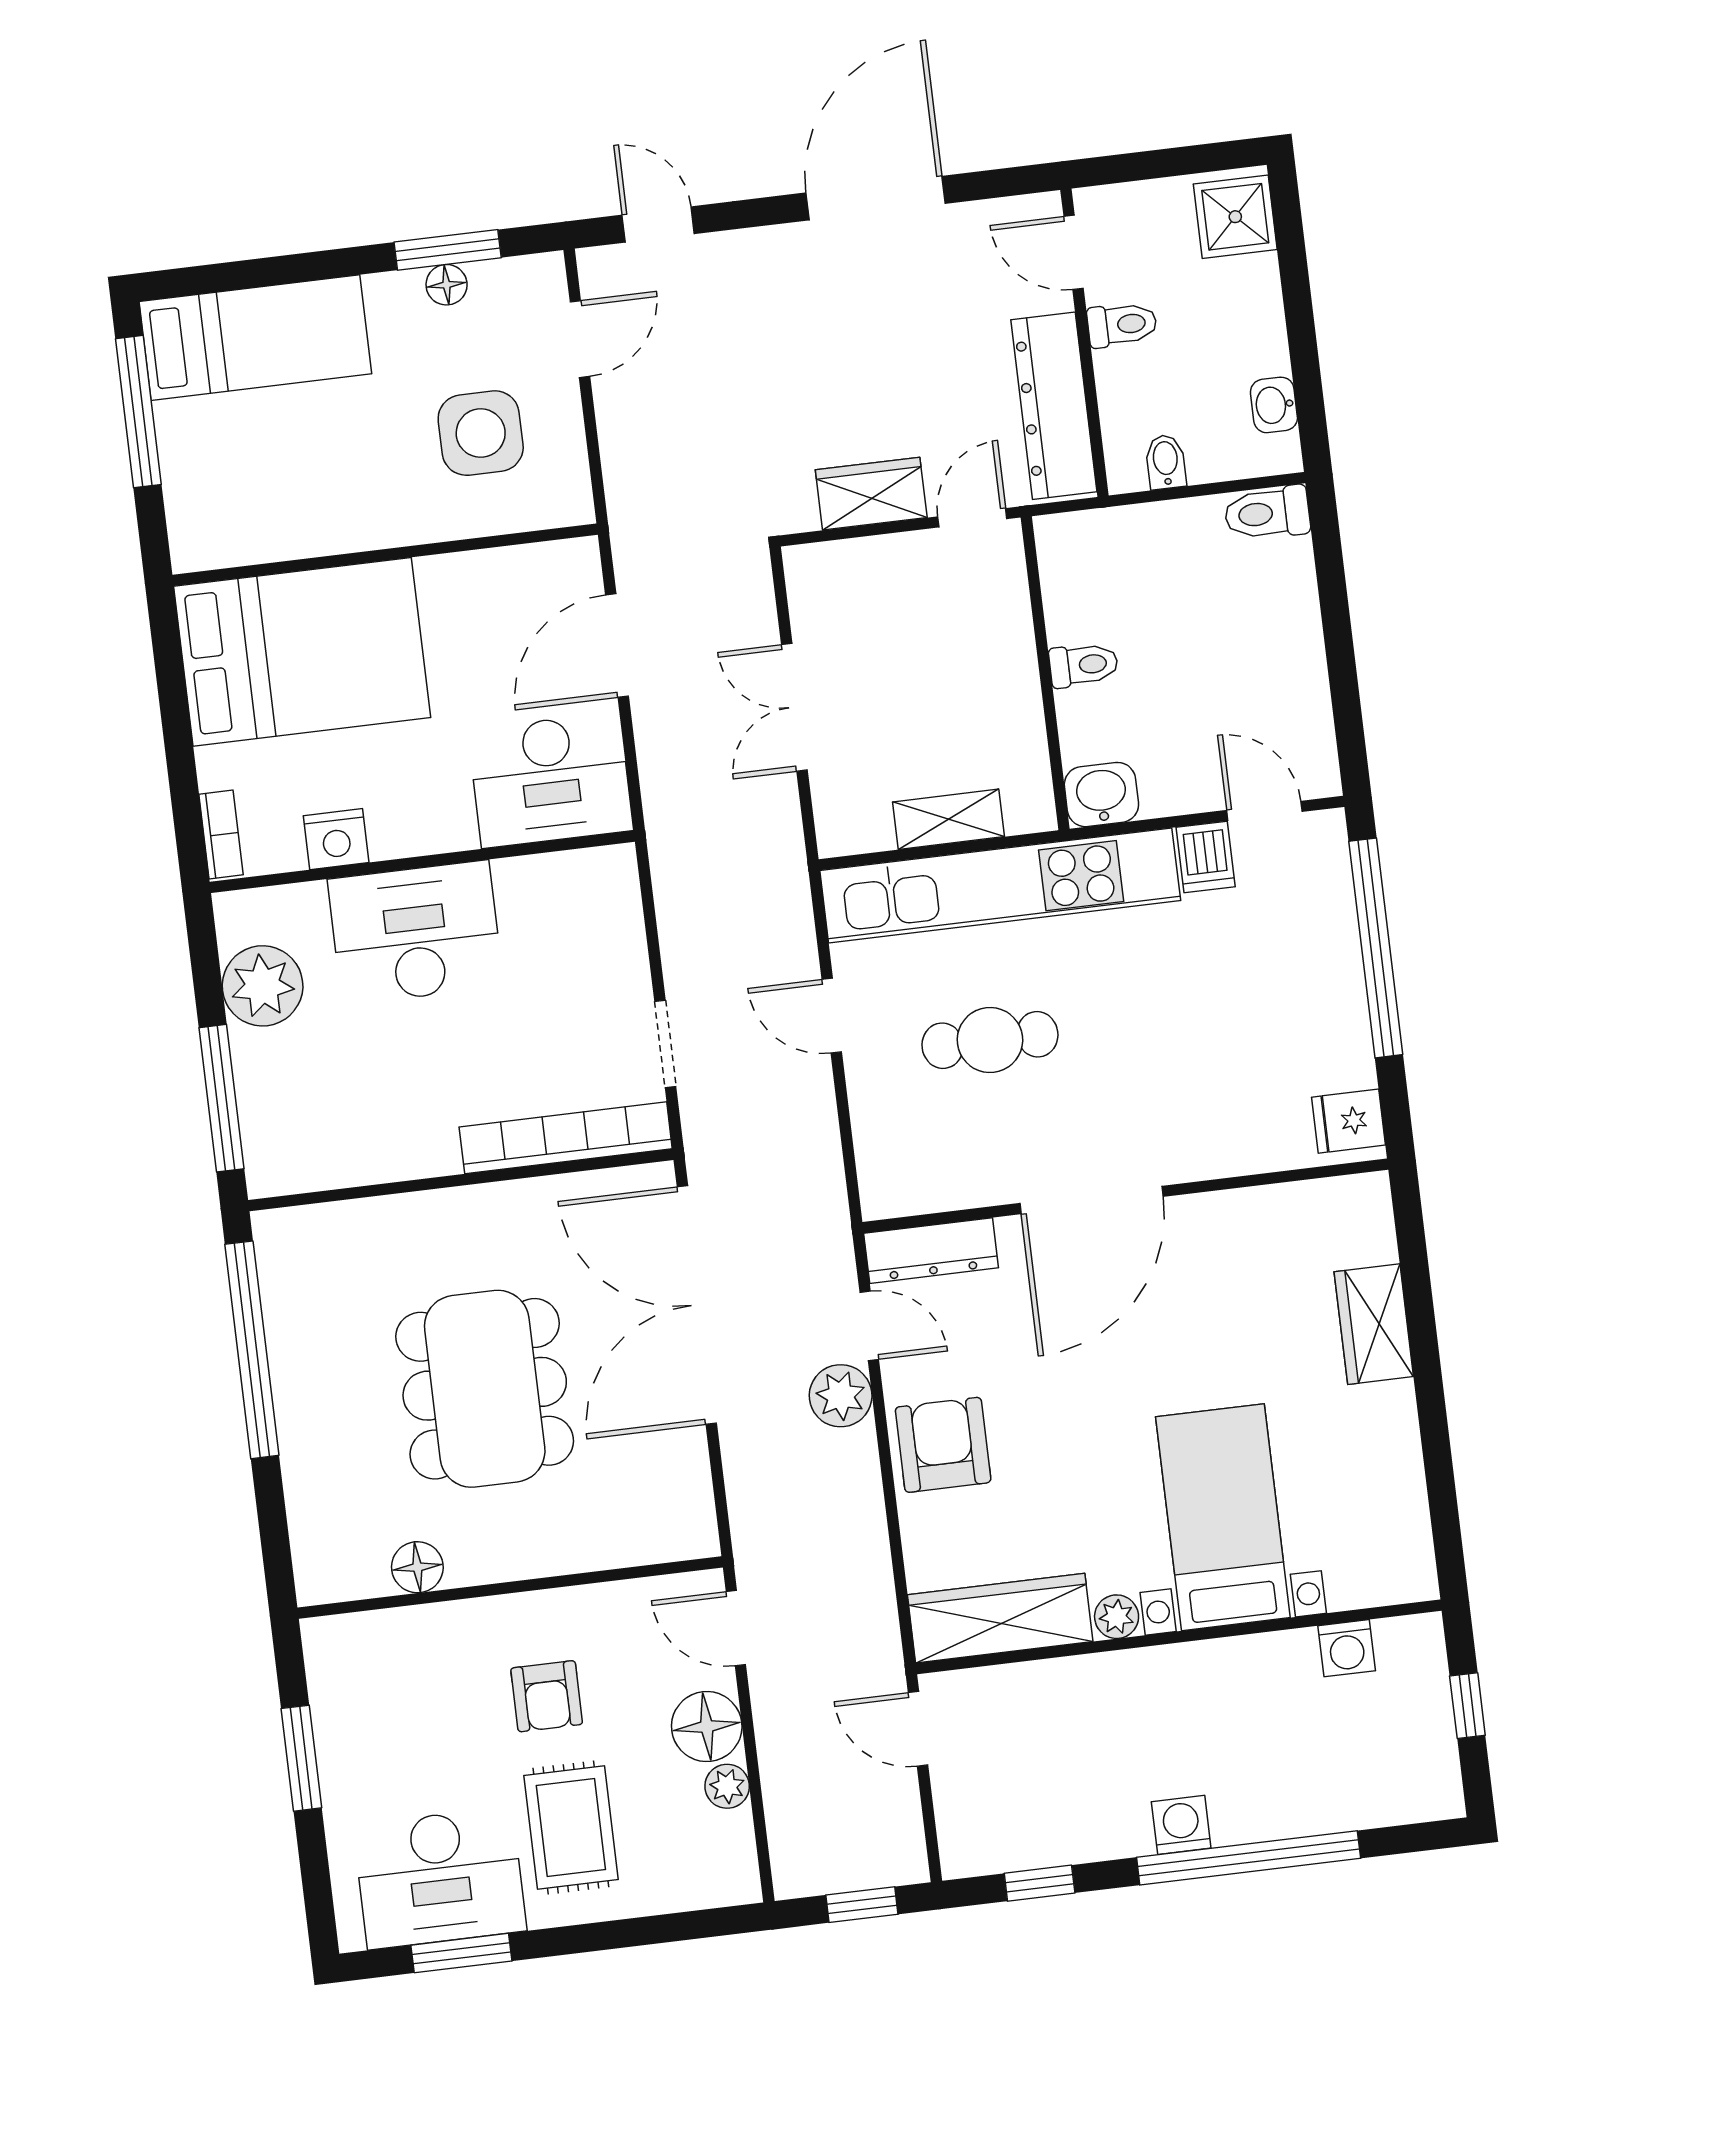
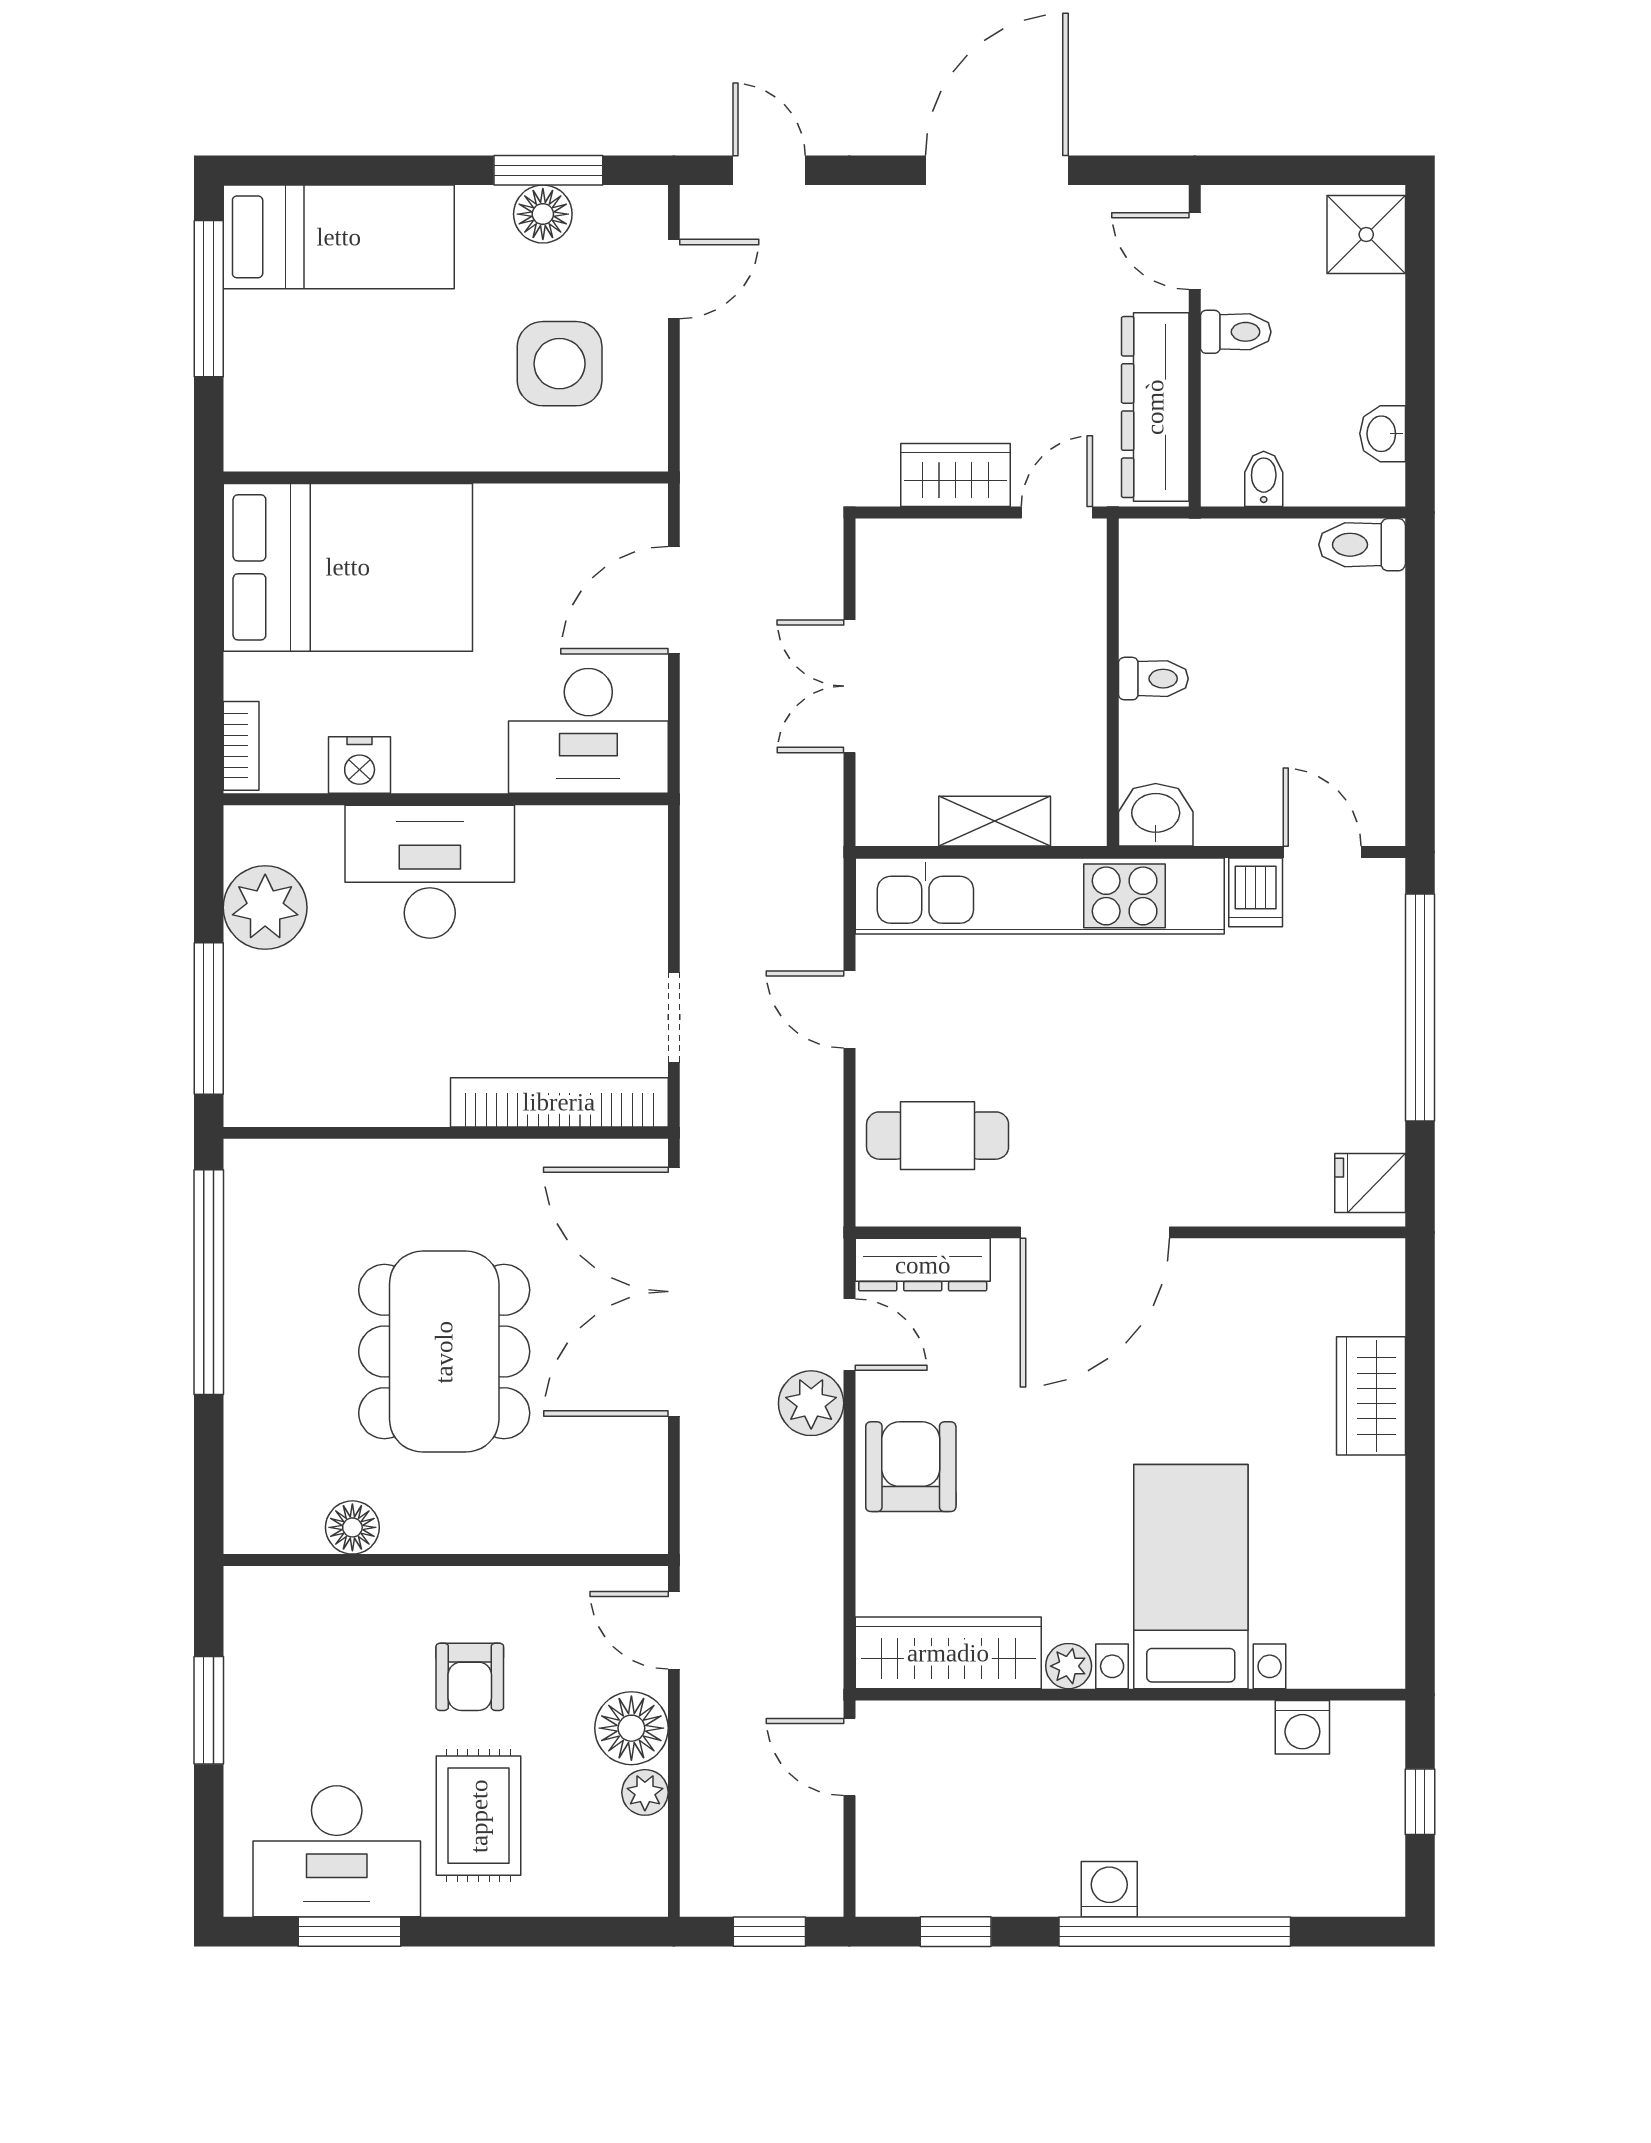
floor lamp: (447, 285) -> (543, 214), width x1.37, depth x1.37
cafe table: (990, 1040) -> (938, 1136), moved

